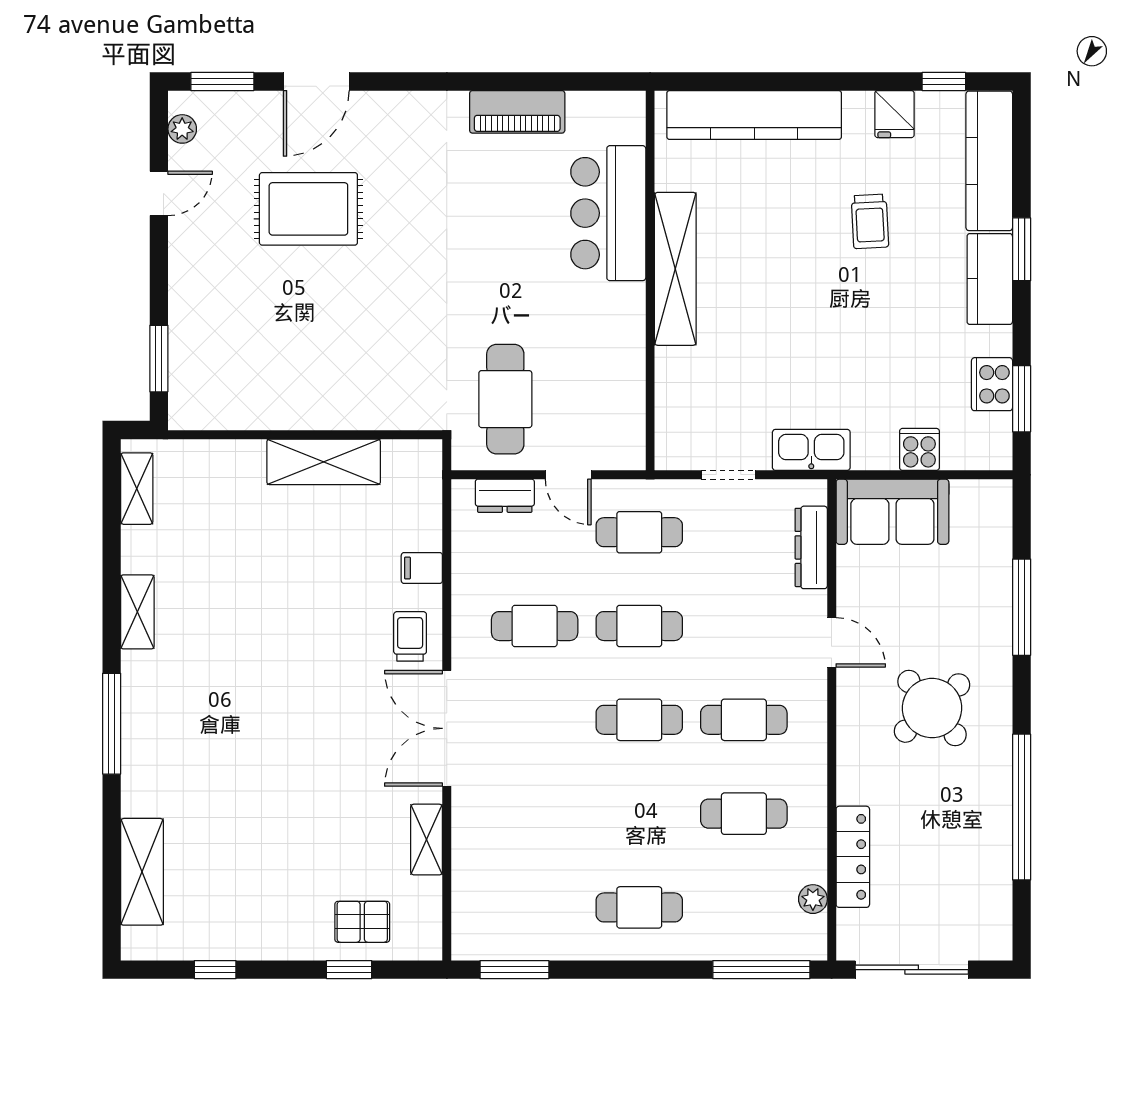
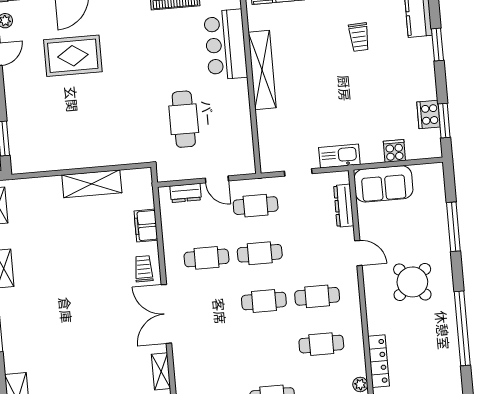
kitchen counter: (990, 279) -> (423, 61), removed
cafe table: (505, 399) -> (184, 119), moved
filing cabinet: (422, 568) -> (146, 226), width x2.00

